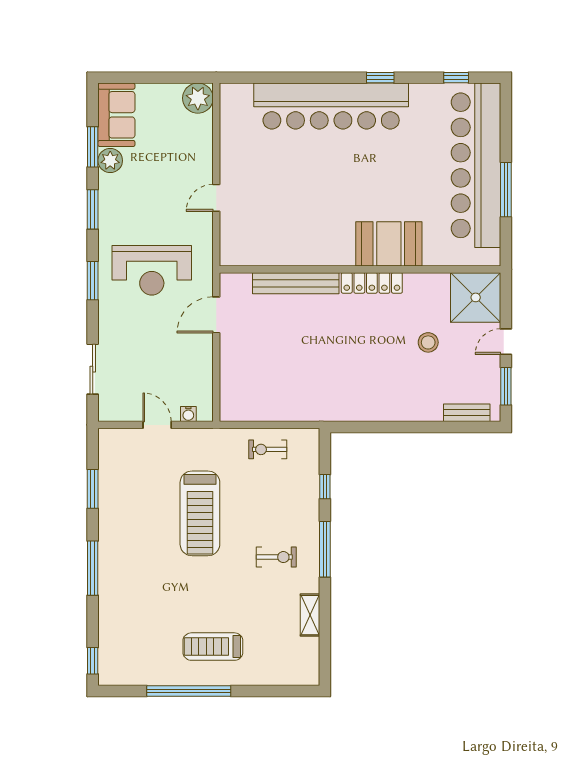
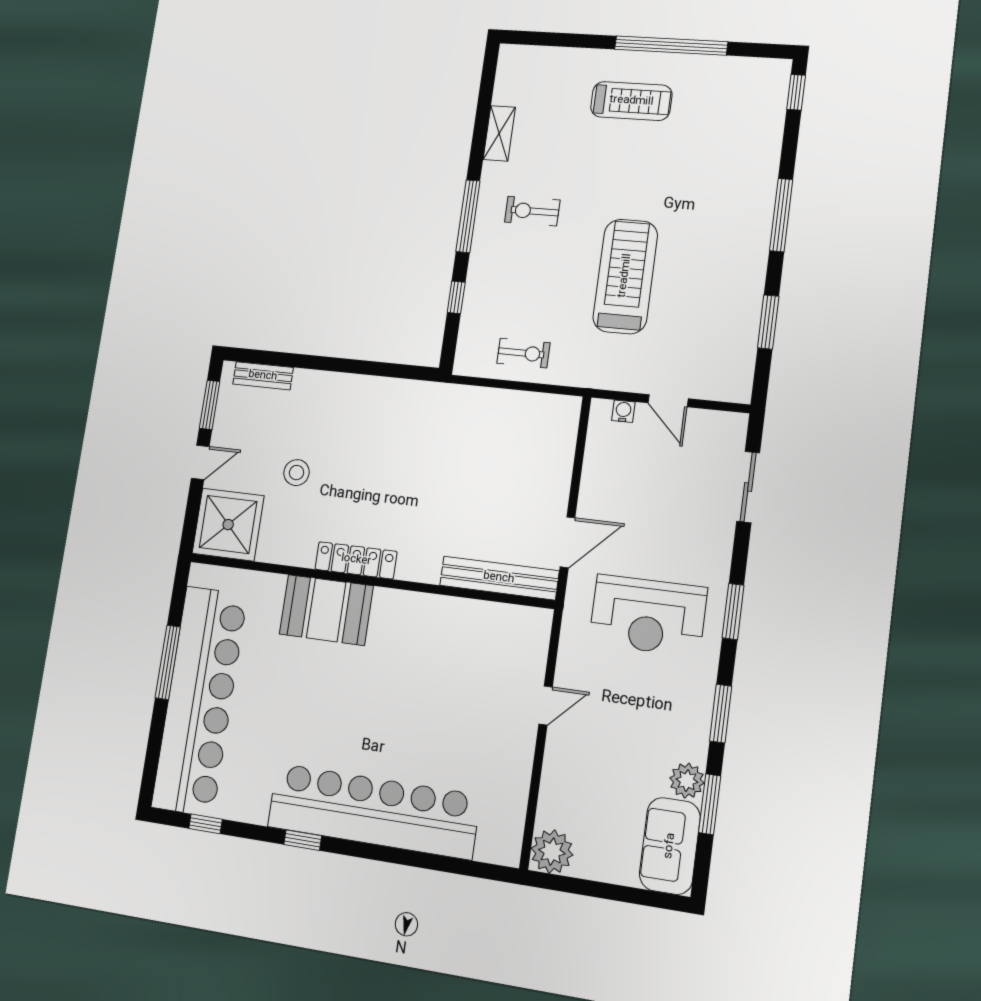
reception desk: (152, 270) -> (648, 616), turned 180
bench: (296, 283) -> (499, 578), moved

